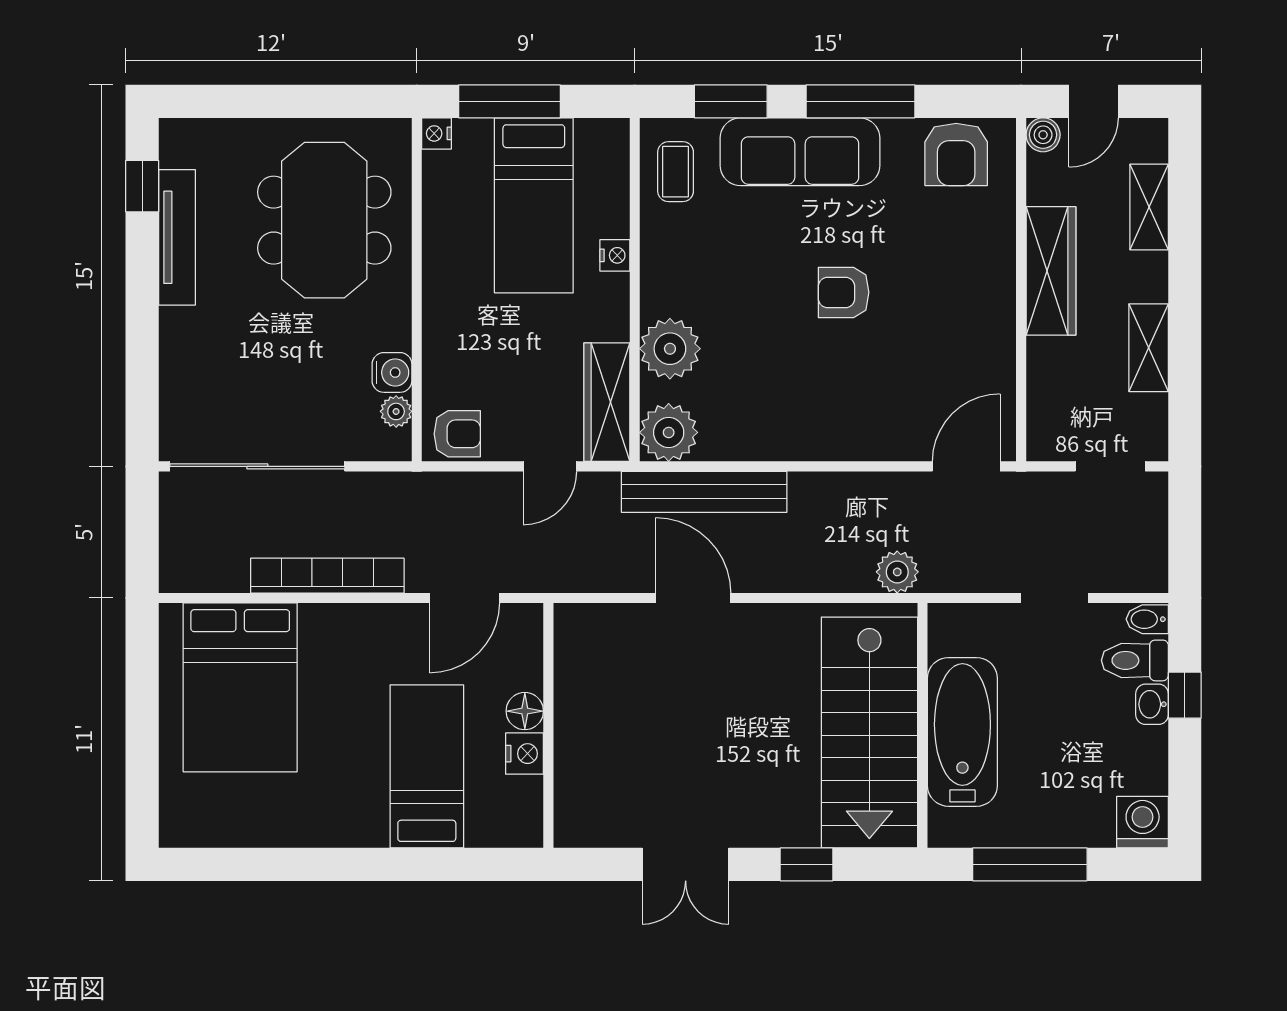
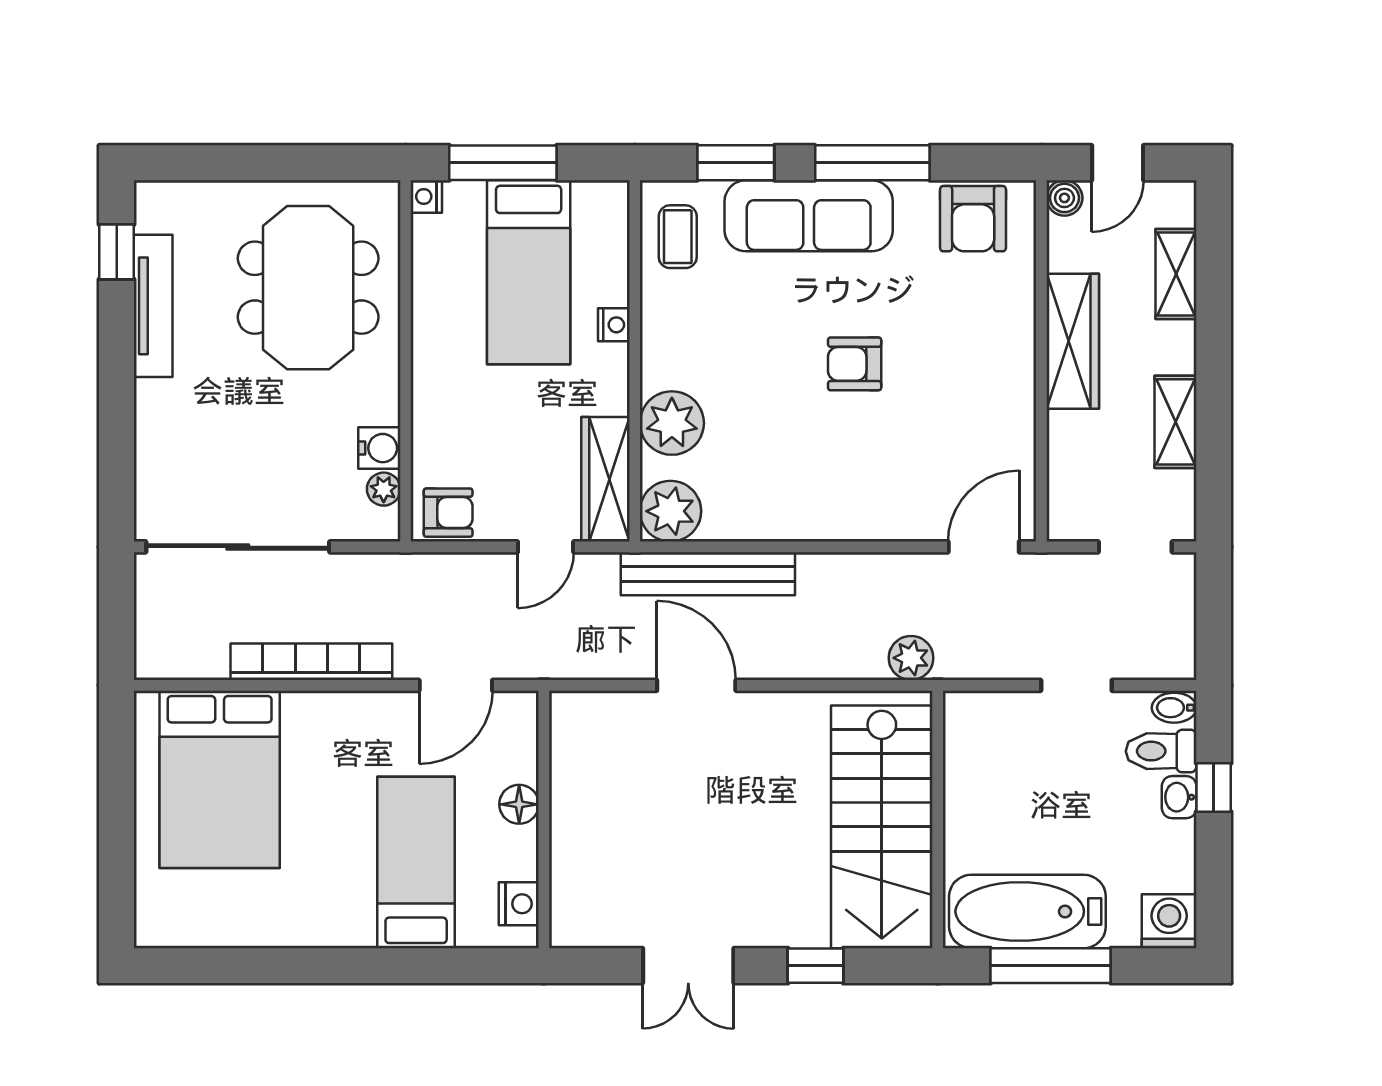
bathtub: (962, 732) -> (1027, 911), moved, turned -90
nightstand: (524, 754) -> (519, 904), moved

